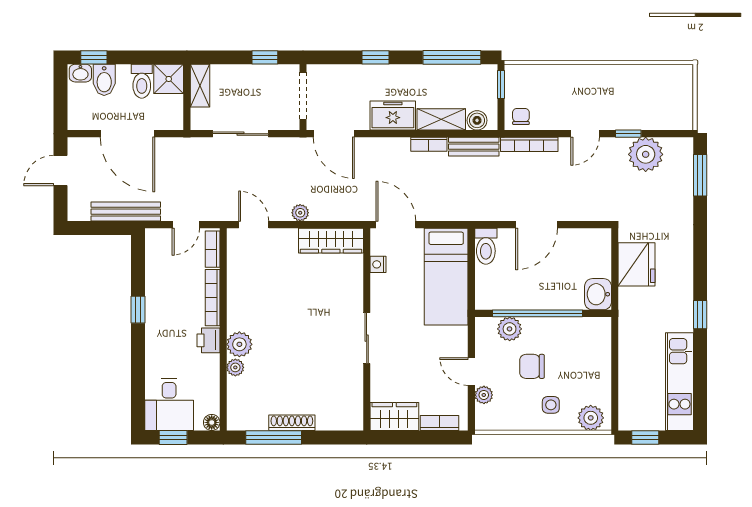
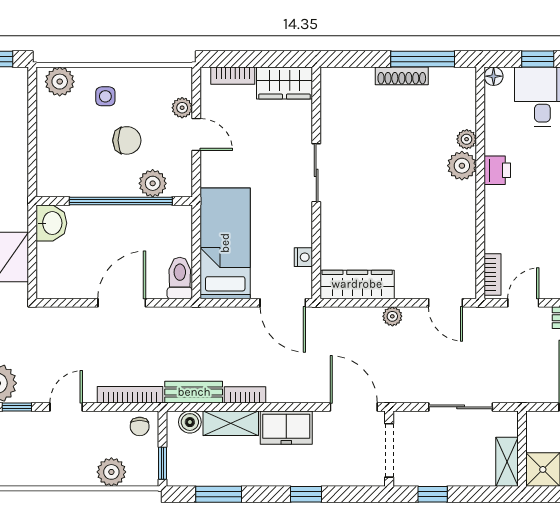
window: (452, 57) -> (219, 494), width x0.69
plant: (546, 77) -> (111, 472), added
bookcase: (213, 298) -> (493, 219), removed

